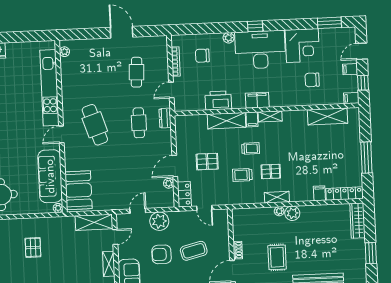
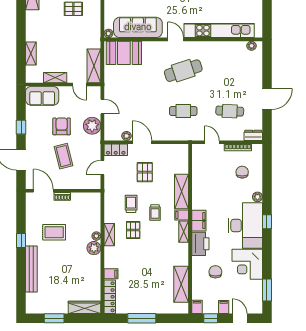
printer: (218, 100) -> (200, 244), moved
dresser: (165, 118) -> (253, 135), moved

